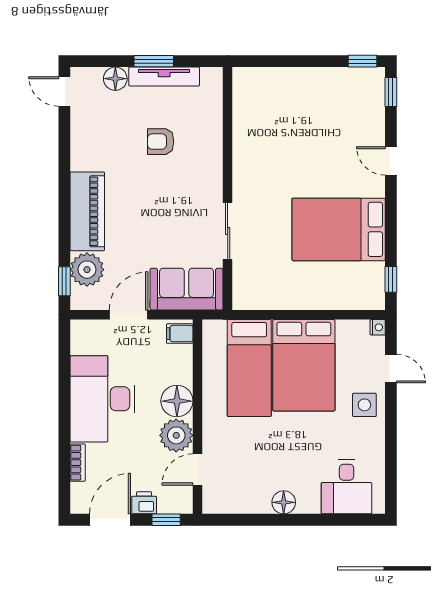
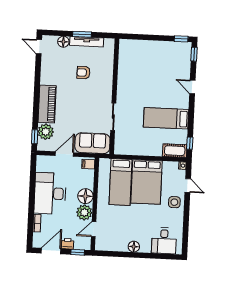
bed: (339, 229) -> (166, 118), width x0.67
cot: (360, 297) -> (175, 151), added

